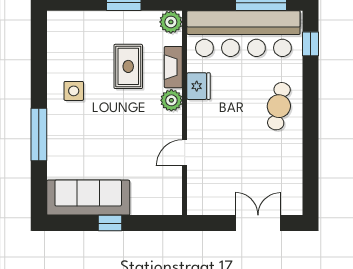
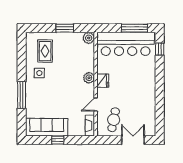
rug: (128, 66) -> (45, 51), moved
fireplace: (173, 67) -> (90, 126), moved
fridge: (199, 86) -> (103, 81), moved
cafe table: (279, 106) -> (114, 120), moved

